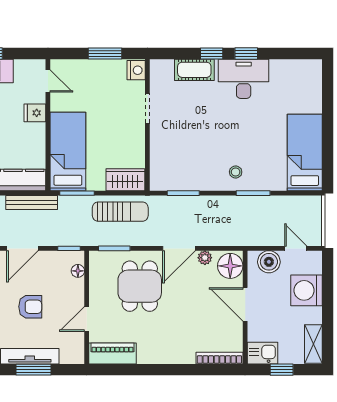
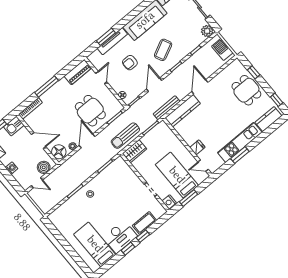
bed: (68, 152) -> (177, 175), moved, turned 180
bed: (305, 152) -> (95, 244), moved, turned 180
washing machine: (307, 290) -> (12, 168), width x0.53, depth x0.53
window: (172, 370) -> (47, 86), added

